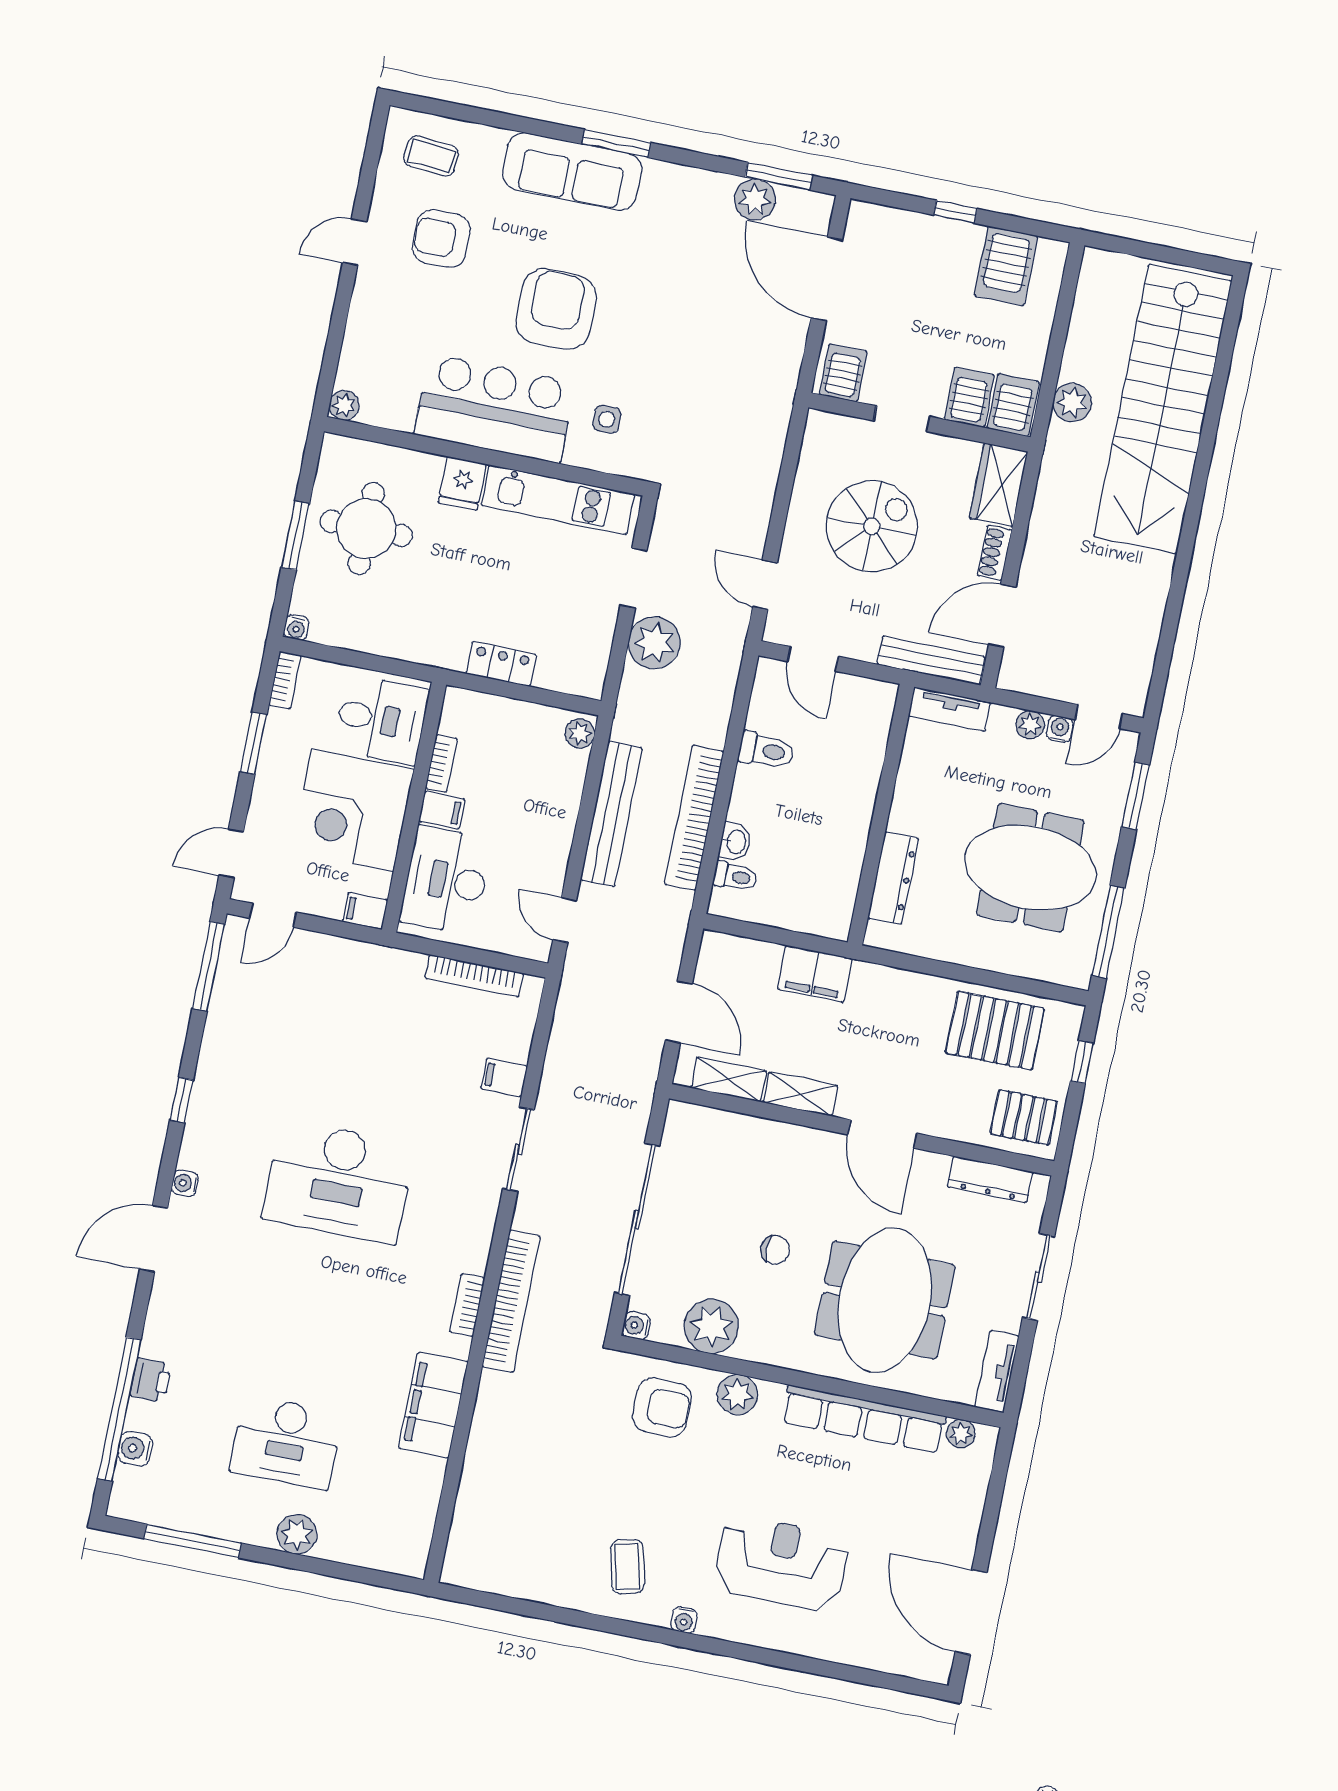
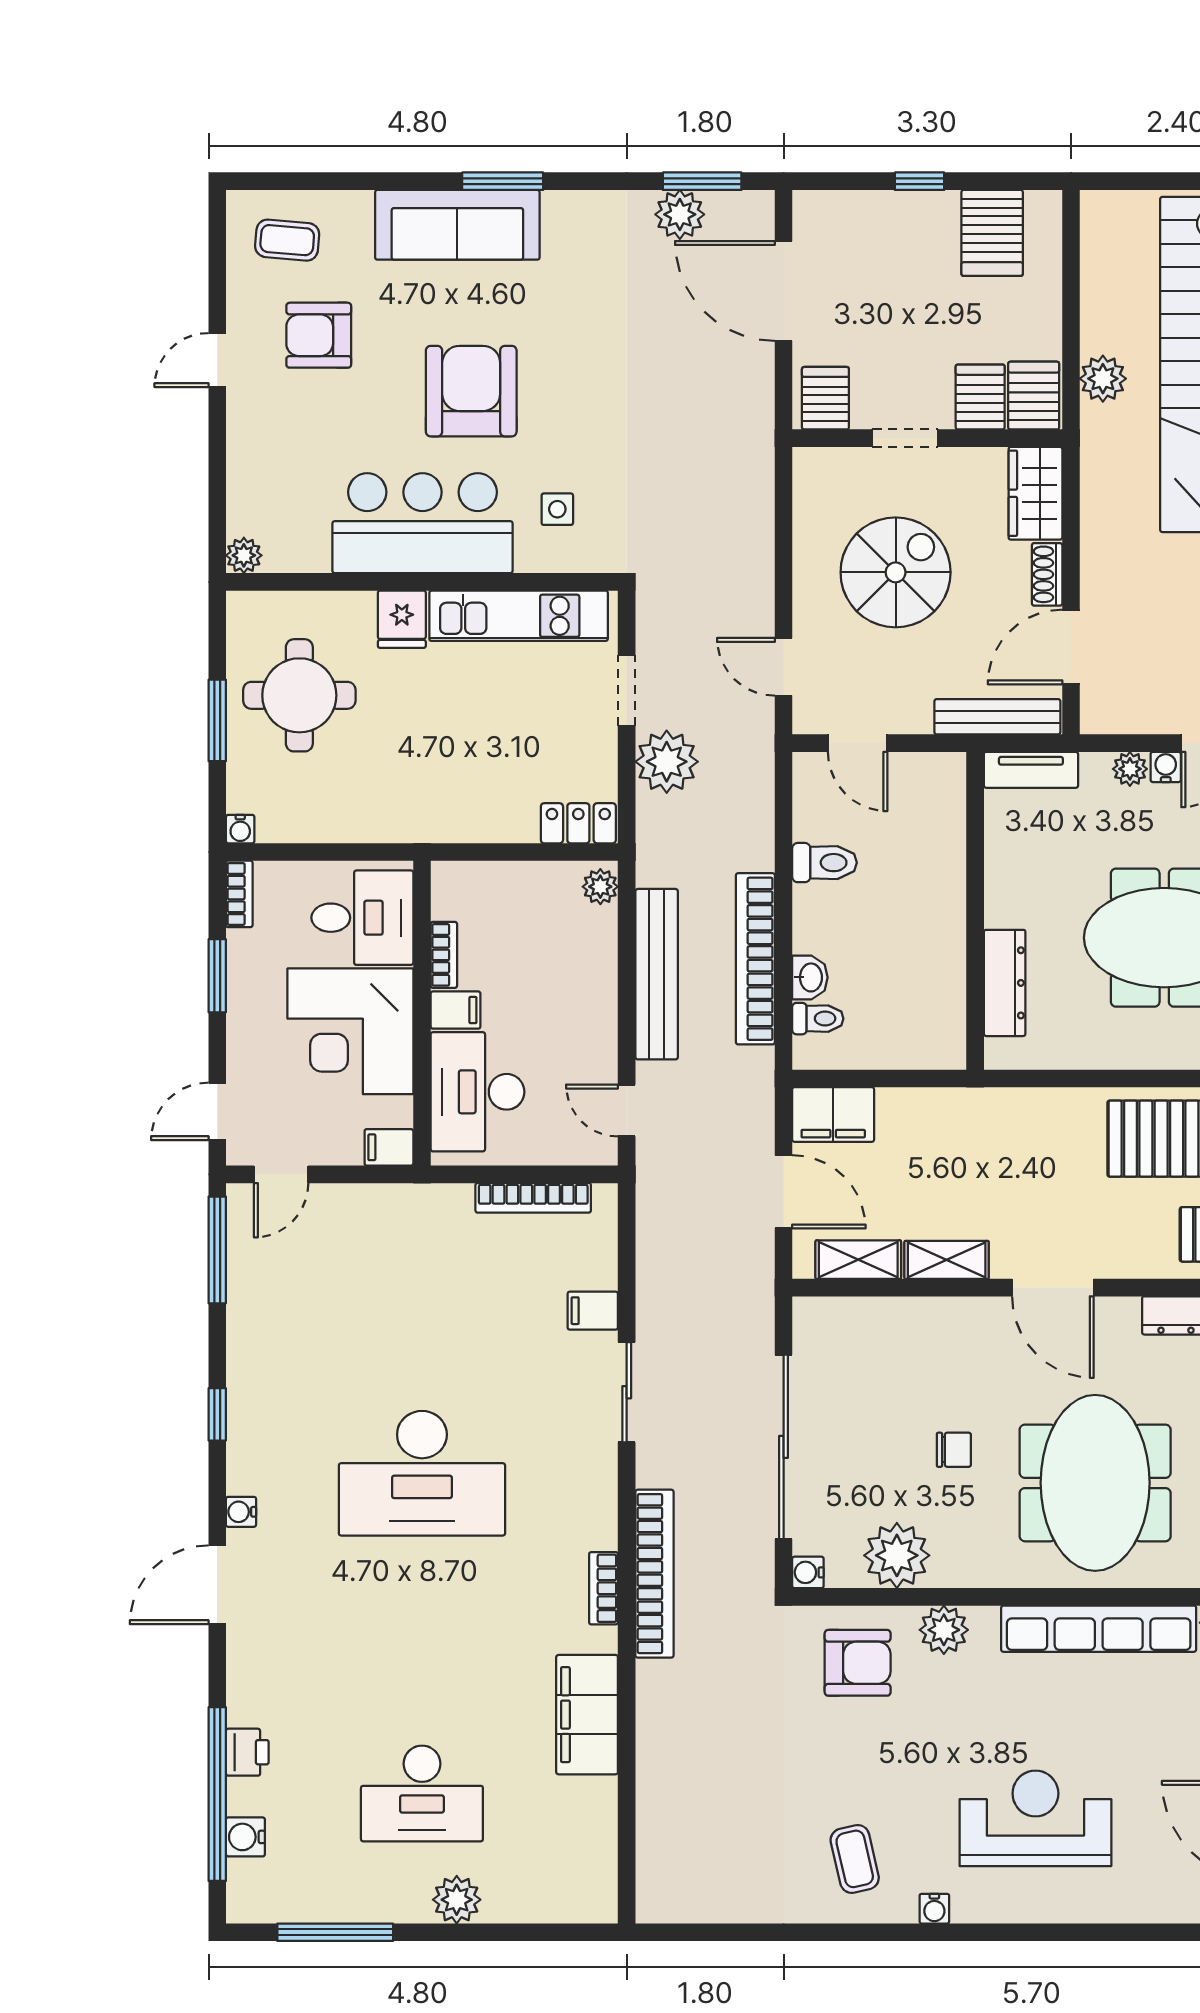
locker: (501, 664) -> (578, 823), moved
filing cabinet: (815, 974) -> (833, 1114), moved

